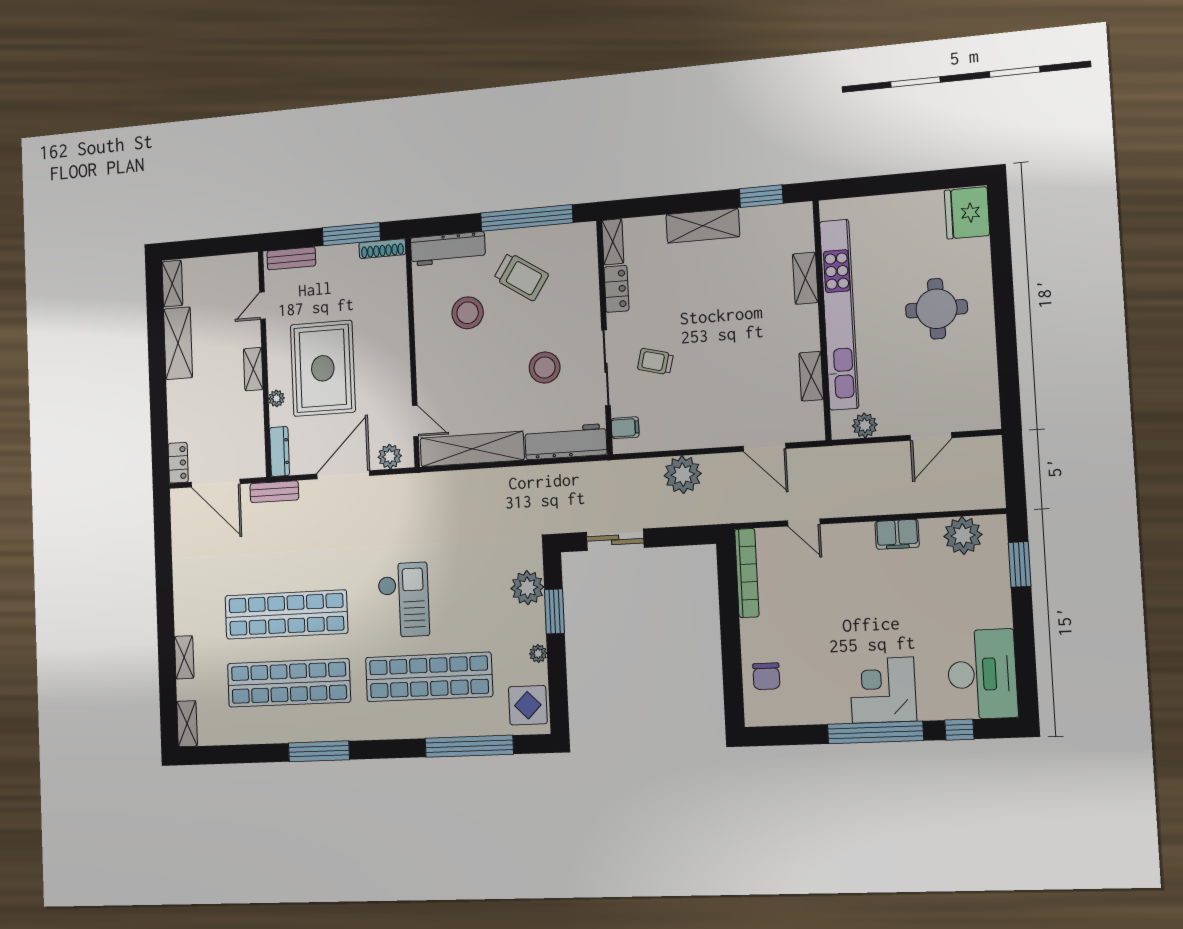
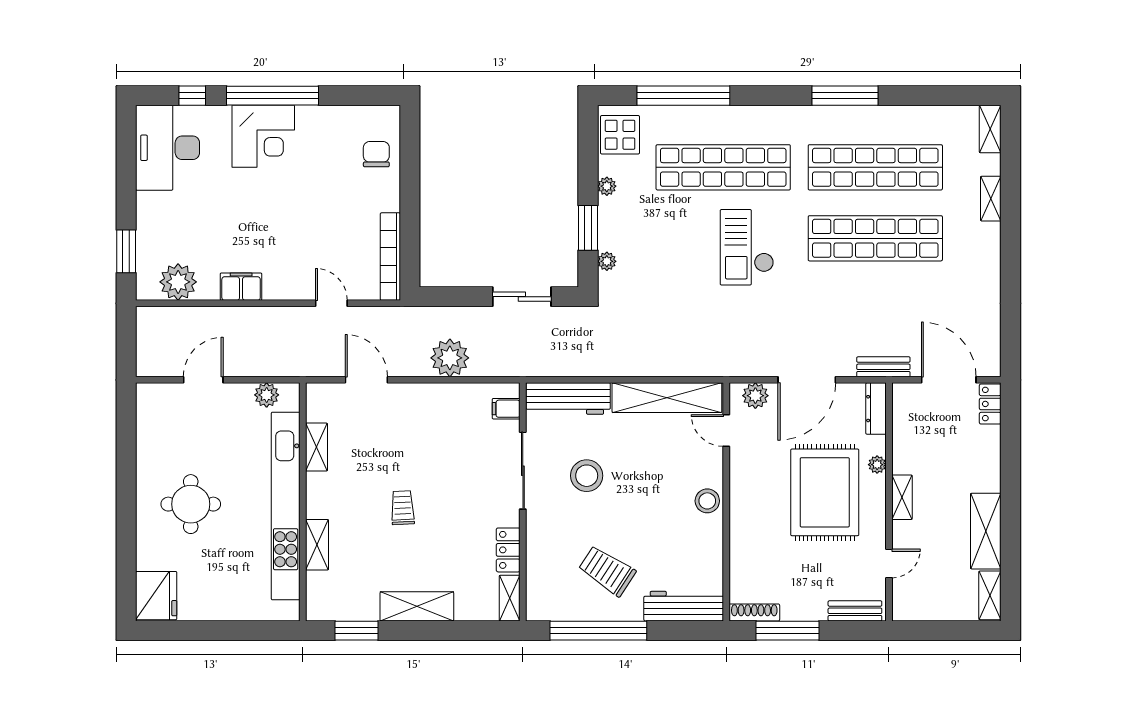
stool: (468, 313) -> (707, 501), moved, width x0.73, depth x0.73
trolley: (655, 361) -> (403, 508), moved, turned -107
plant: (527, 588) -> (607, 261), width x0.53, depth x0.53

